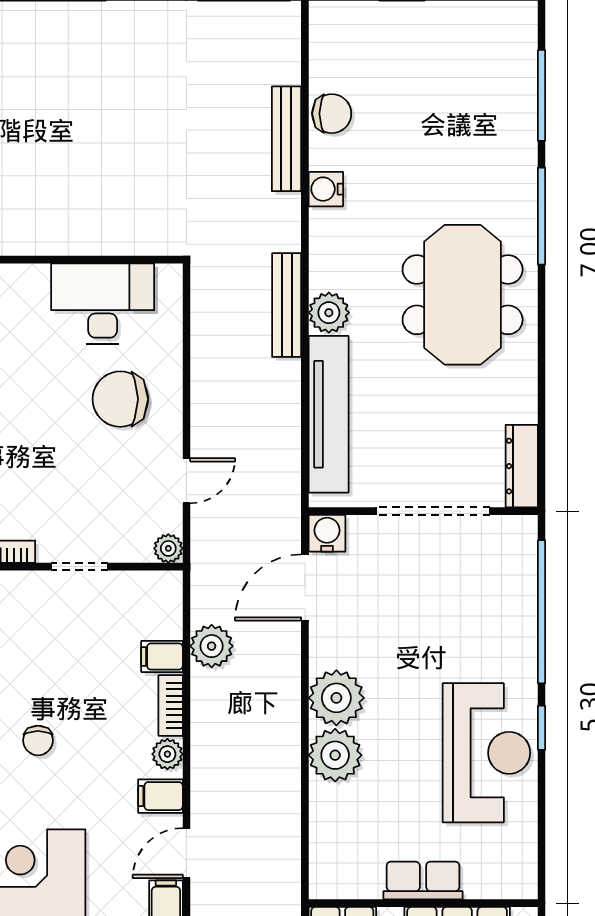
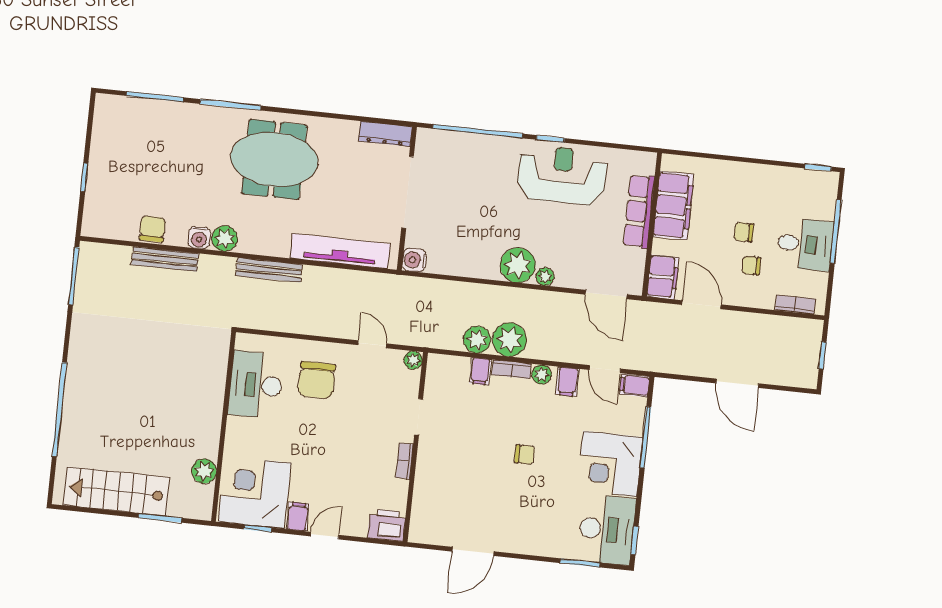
plant: (329, 313) -> (225, 239), moved
door: (305, 588) -> (606, 294), moved
plant: (217, 697) -> (509, 340), added
plant: (335, 755) -> (545, 277), width x0.53, depth x0.53
row of seats: (423, 881) -> (639, 211), width x1.48

